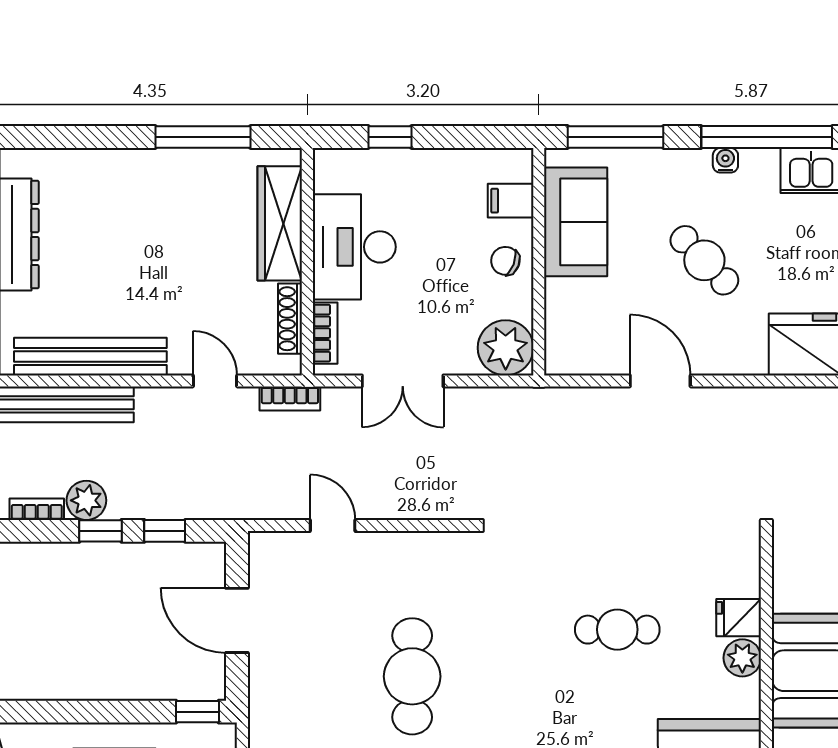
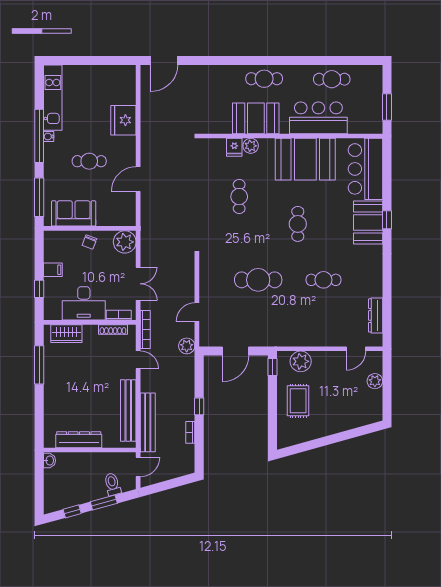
water cooler: (725, 160) -> (49, 136), moved
filing cabinet: (511, 201) -> (53, 270), moved, turned -90
wardrobe: (280, 223) -> (66, 334), width x0.67
cafe table: (704, 260) -> (89, 161), turned 44
door: (215, 381) -> (138, 360), swing flipped
bookcase: (290, 398) -> (145, 330), width x1.56
plant: (86, 500) -> (187, 346), moved
window: (165, 531) -> (199, 380), removed

